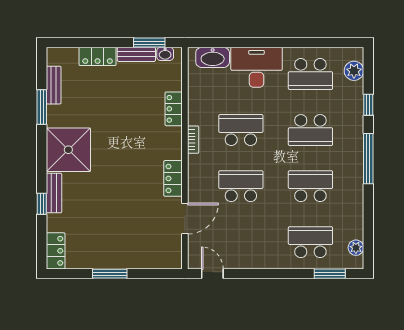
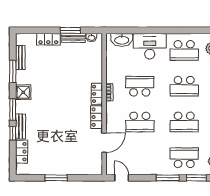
window: (149, 43) -> (70, 30), moved
locker: (174, 109) -> (97, 94), moved
shower: (68, 150) -> (23, 92), width x0.54, depth x0.54
window: (42, 167) -> (13, 109), added
school desk: (241, 186) -> (140, 122), turned 180
school desk: (310, 186) -> (184, 122), turned 180
locker: (56, 251) -> (22, 152), moved
window: (285, 274) -> (168, 178), added

